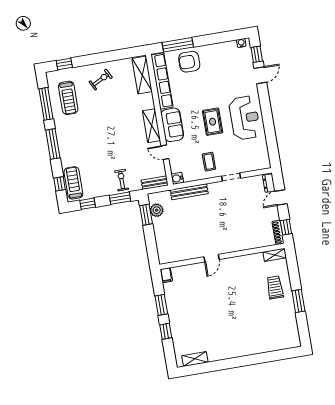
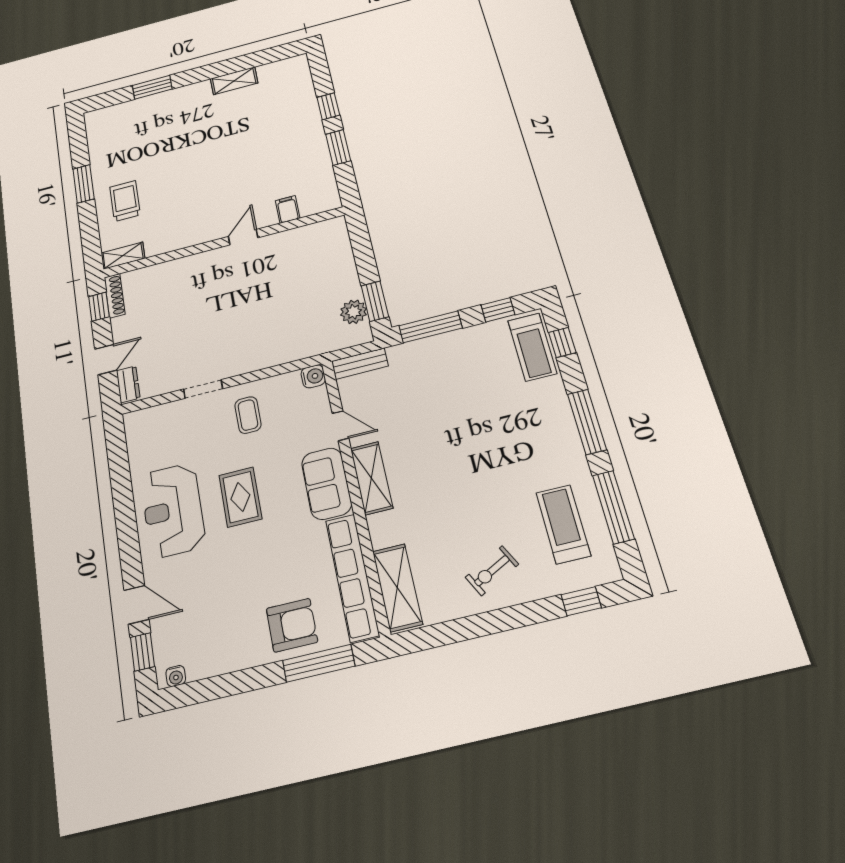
door: (260, 75) -> (136, 605), swing flipped
exercise bike: (122, 180) -> (430, 362), removed
bench: (189, 192) -> (288, 353), removed
window: (120, 198) -> (431, 327), width x1.44
filing cabinet: (166, 275) -> (288, 209), moved
trolley: (275, 287) -> (125, 201), turned 180
window: (263, 358) -> (152, 87), added
shelving: (195, 359) -> (234, 81), moved

